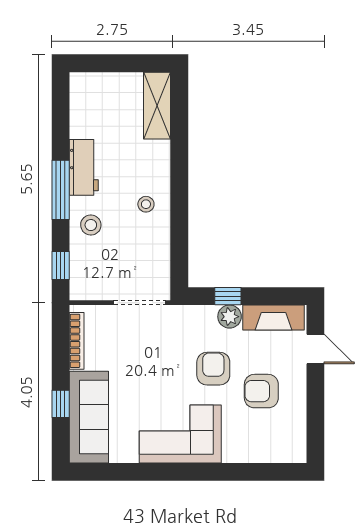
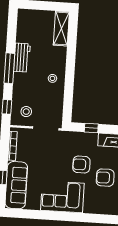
stool: (91, 225) -> (26, 112), moved
plant: (230, 317) -> (91, 138), removed
armchair: (213, 369) -> (81, 165), turned -90

